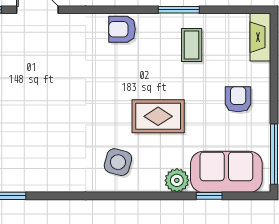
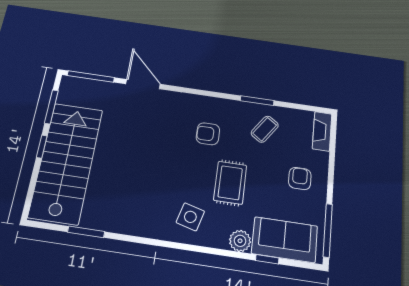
armchair: (122, 29) -> (208, 134), moved
coffee table: (192, 45) -> (265, 129), turned 35
rug: (158, 116) -> (230, 183), turned 90

